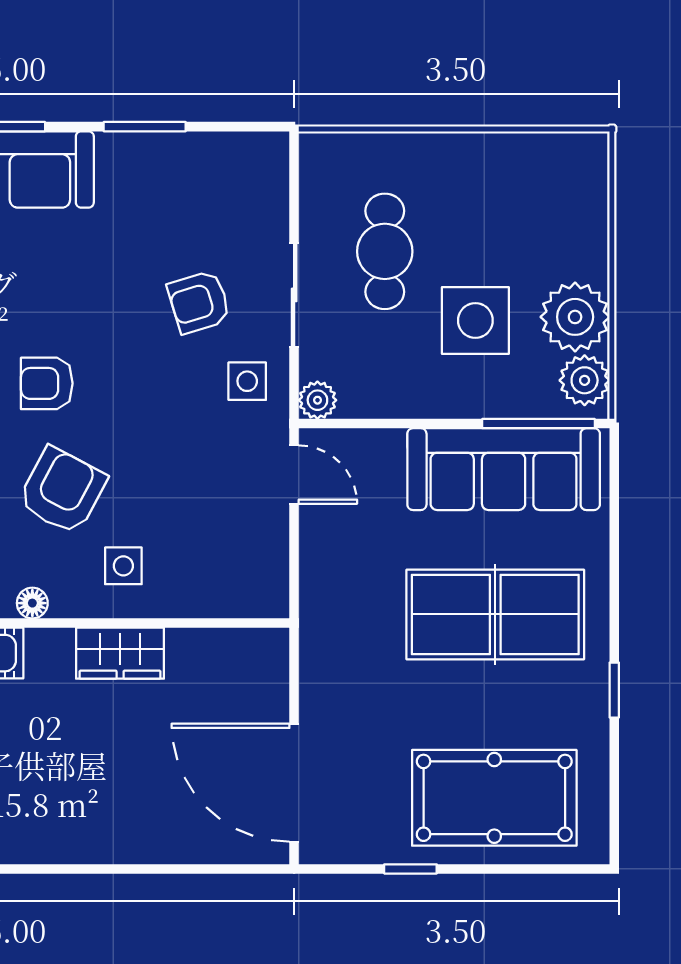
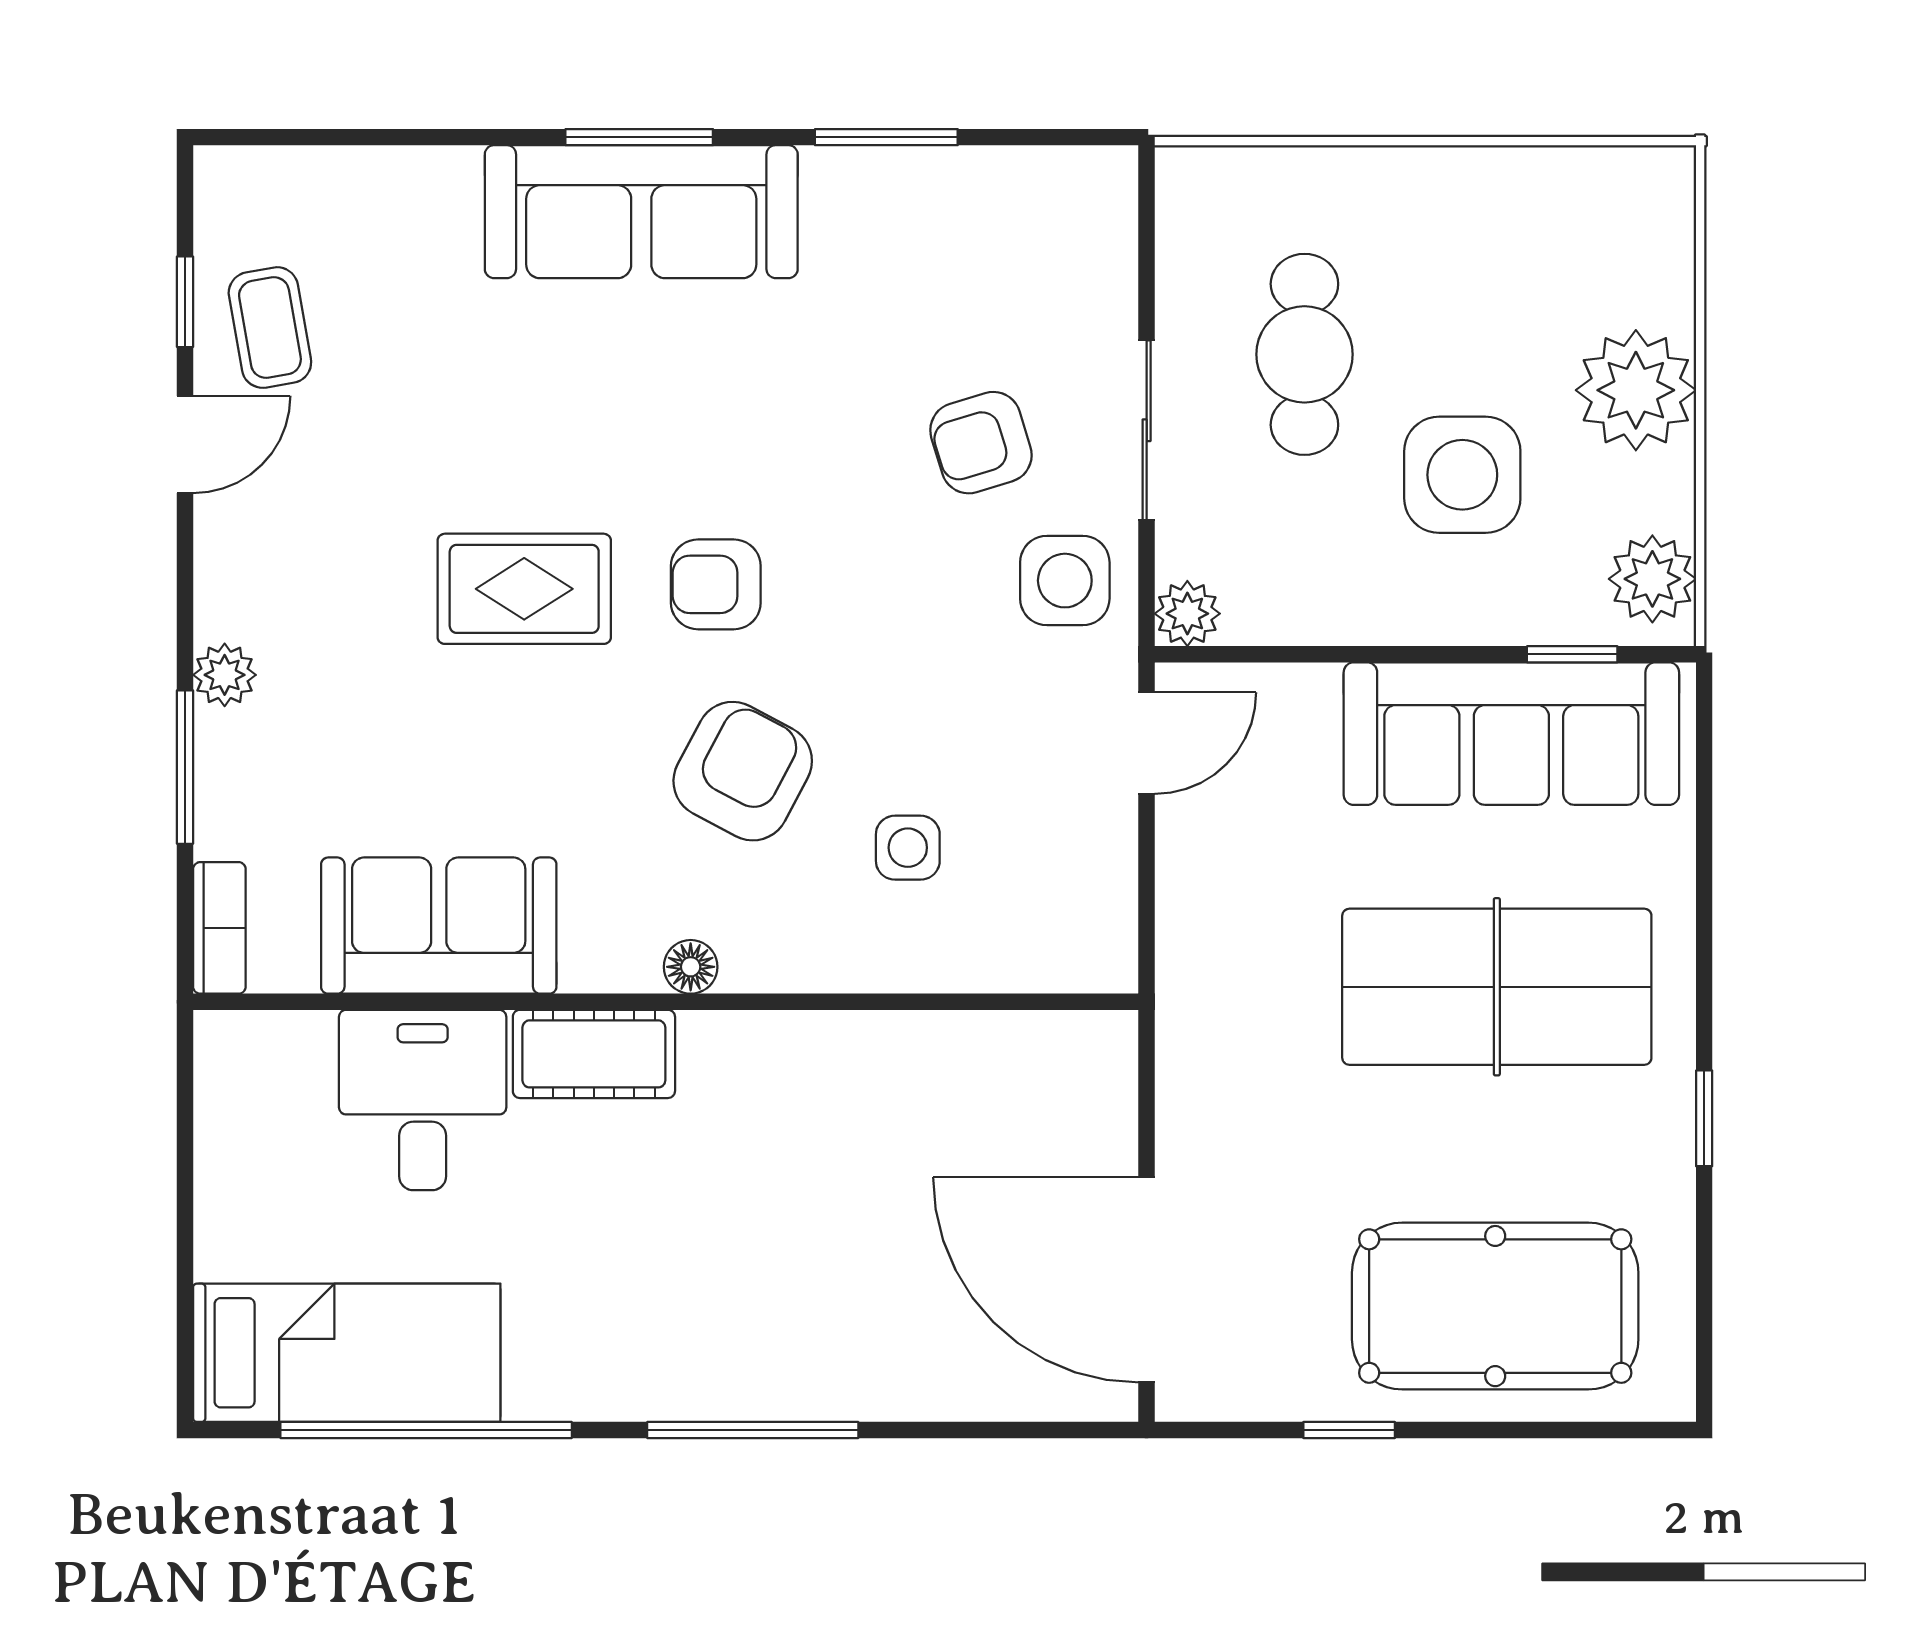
plant: (575, 317) -> (1636, 390), moved
side table: (247, 381) -> (1065, 581), width x1.37, depth x1.37
window: (539, 424) -> (1572, 654), width x0.46
door: (294, 475) -> (1147, 743), hinge flipped
side table: (123, 566) -> (908, 848), moved
wardrobe: (120, 653) -> (843, 1054), removed
window: (68, 869) -> (753, 1430), added

